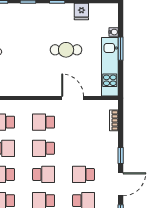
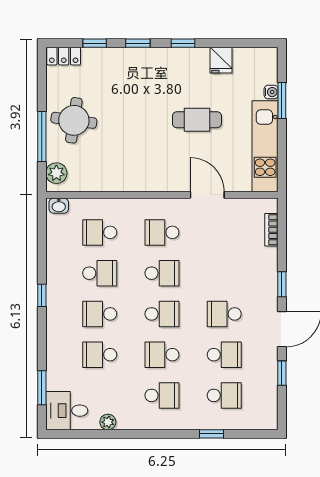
window: (121, 49) -> (282, 101), moved
school desk: (44, 148) -> (162, 273), turned 180

